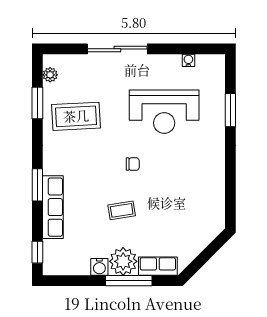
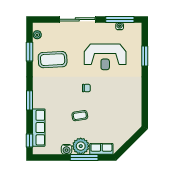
window: (189, 49) -> (120, 19), added
row of seats: (53, 207) -> (39, 128), moved

